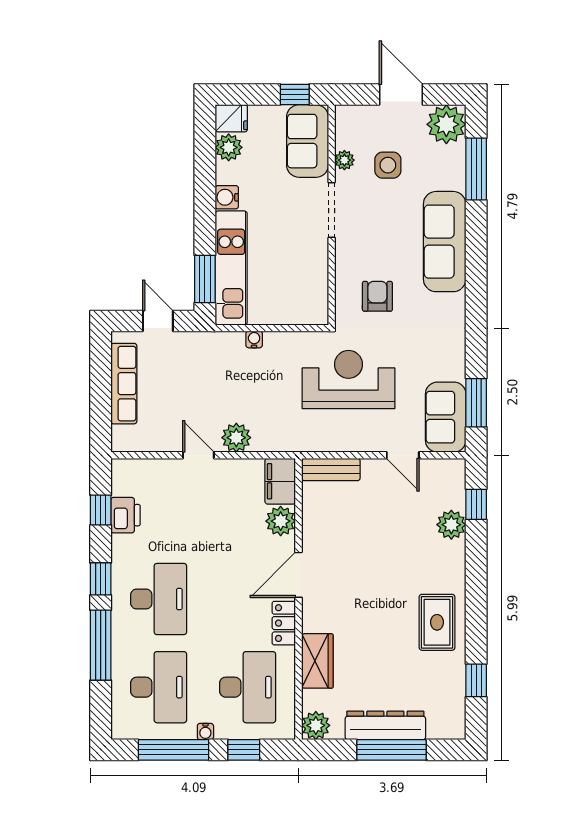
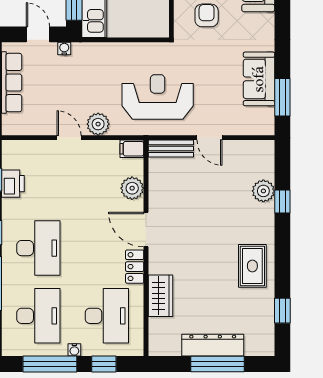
water cooler: (254, 339) -> (64, 49), moved
reception desk: (349, 380) -> (158, 97), moved
sofa: (446, 417) -> (259, 79), moved
door: (403, 455) -> (210, 138), moved
filing cabinet: (280, 481) -> (132, 149), width x0.50
window: (476, 504) -> (282, 201), moved
door: (299, 575) -> (146, 230), hinge flipped
plant: (316, 725) -> (159, 345), removed

